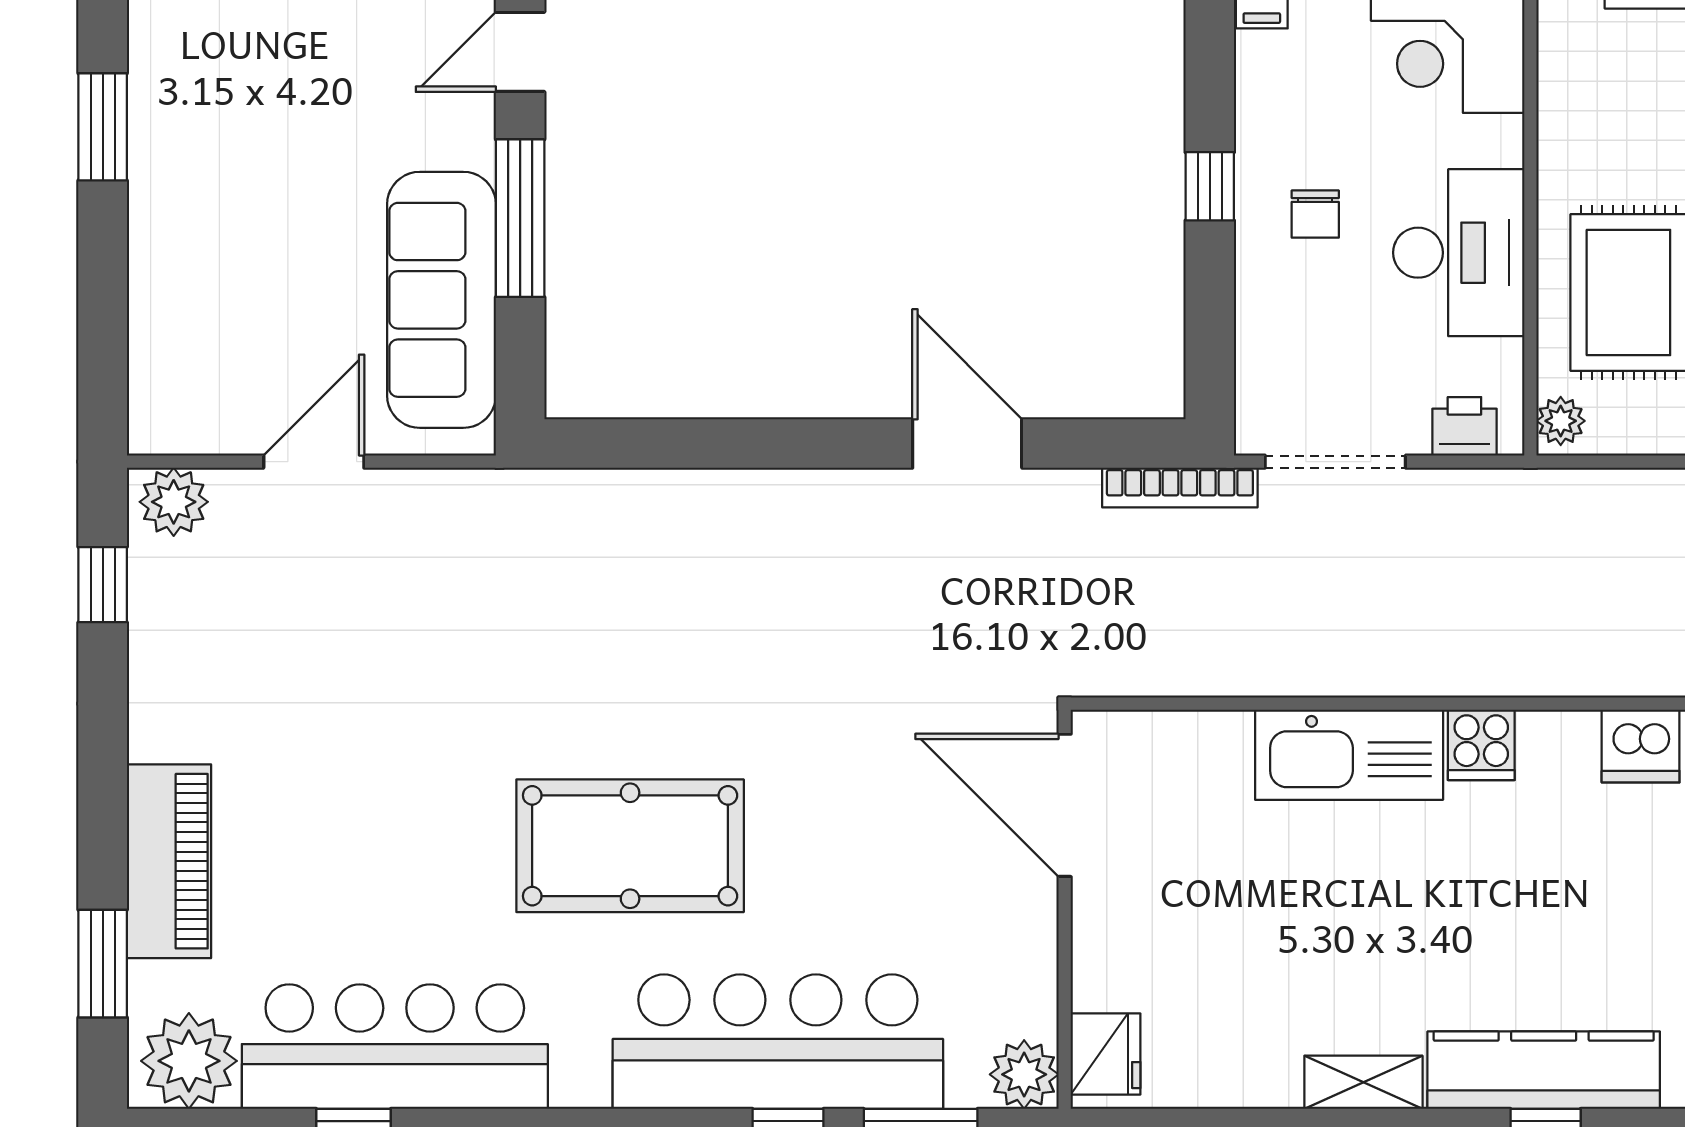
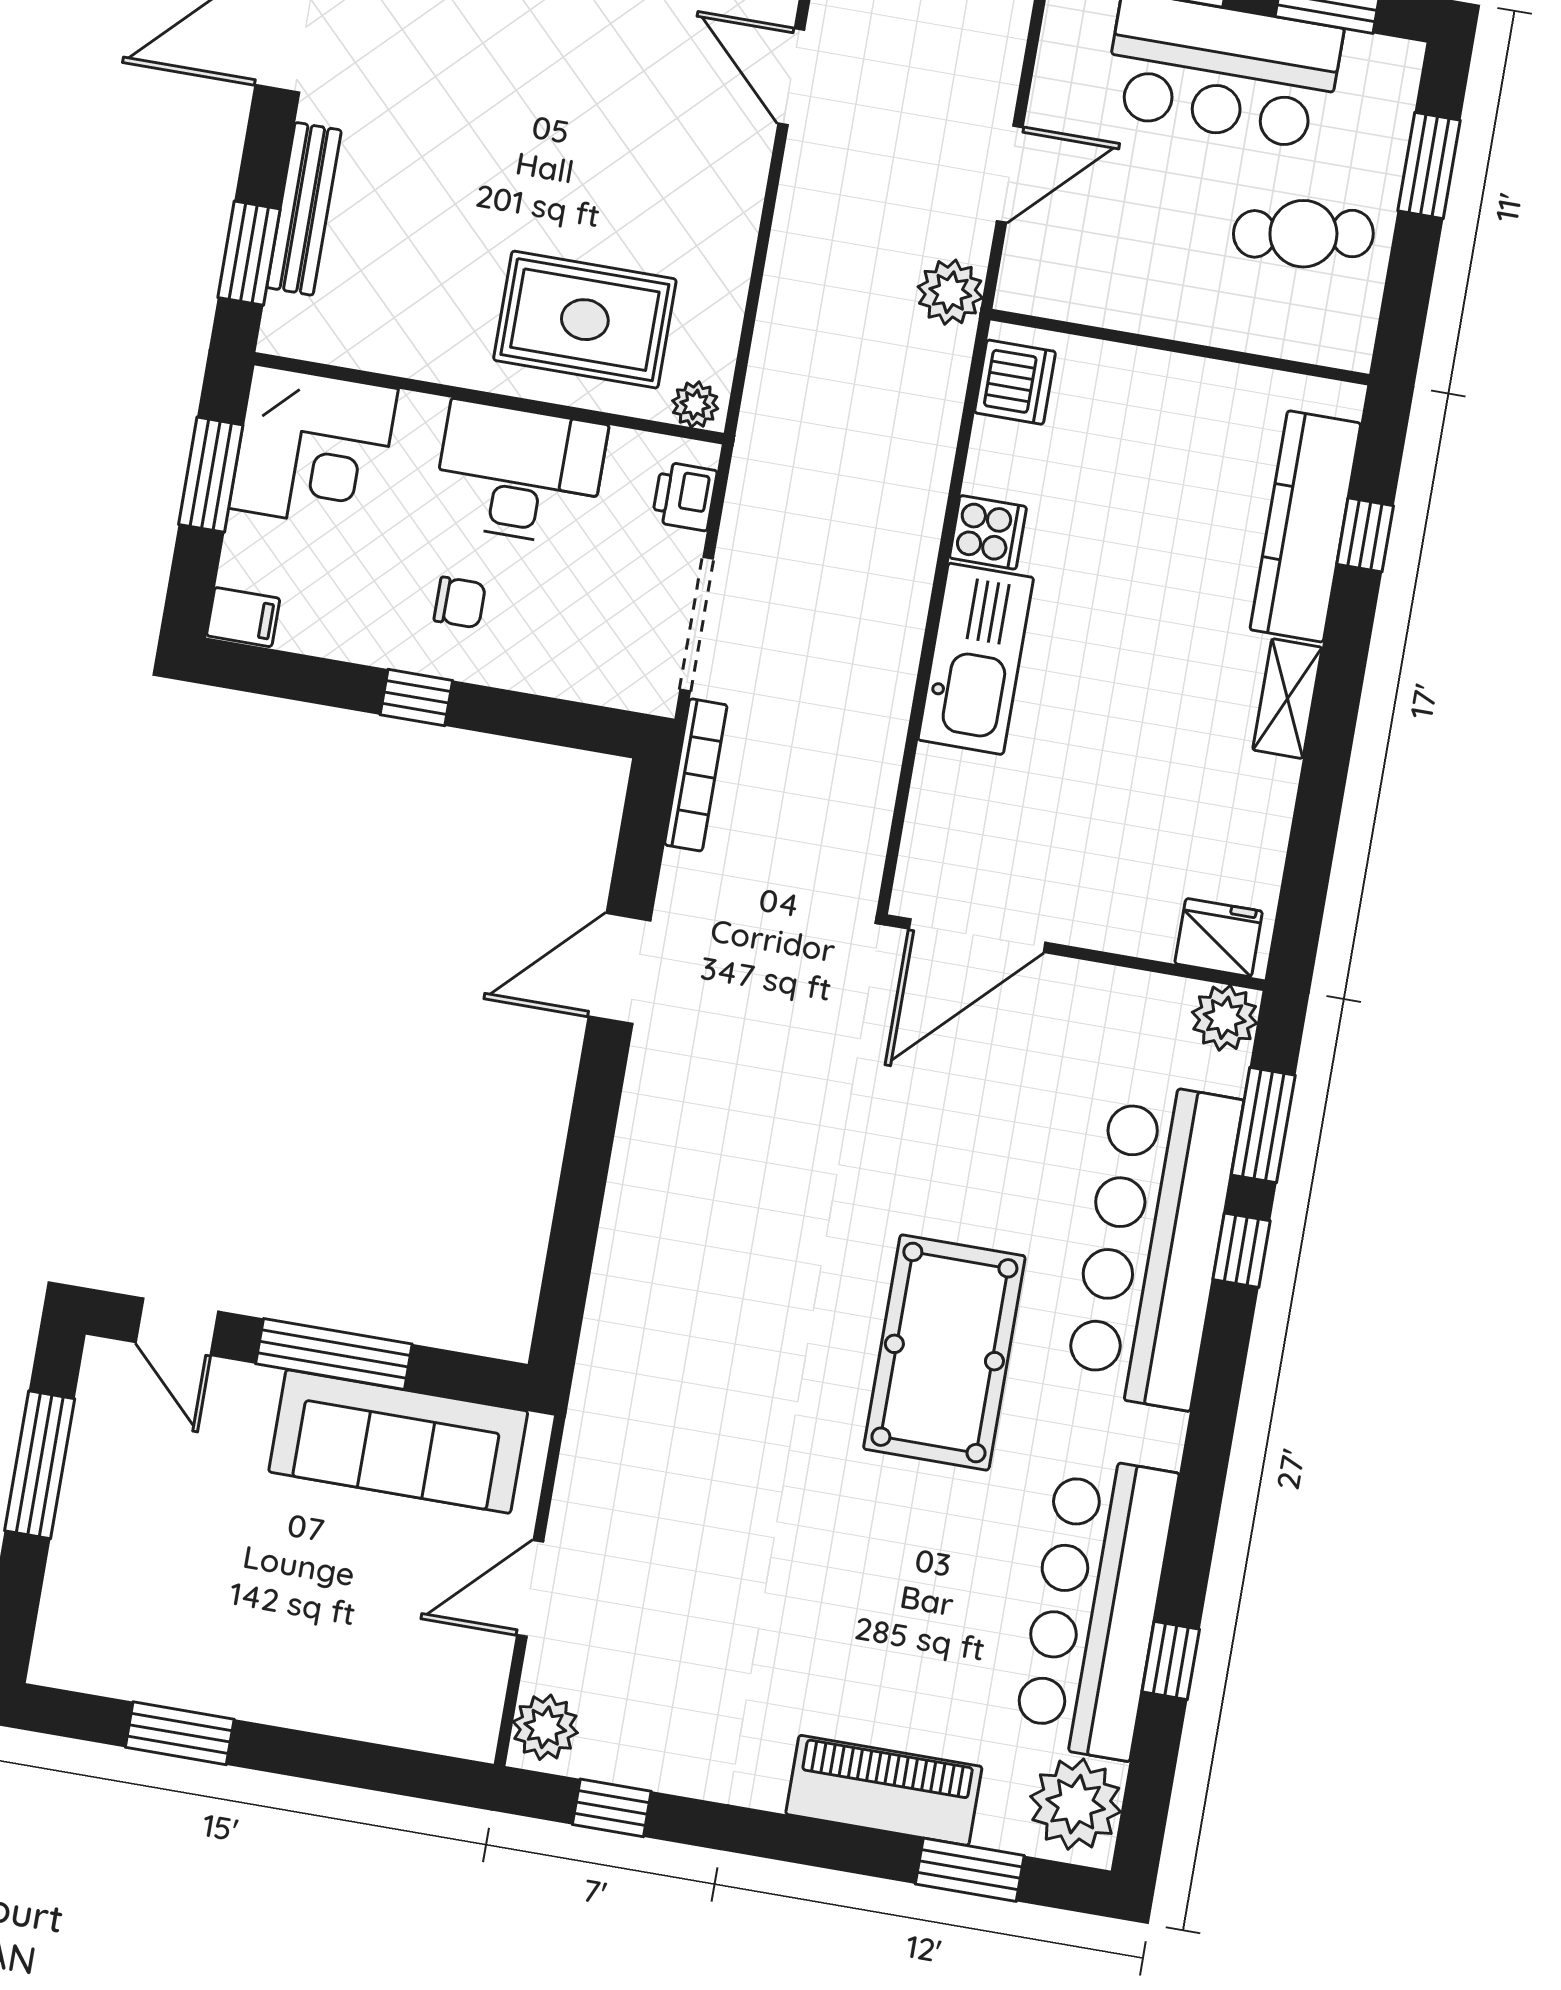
door: (314, 462) -> (530, 1588), hinge flipped

